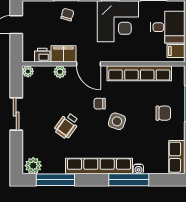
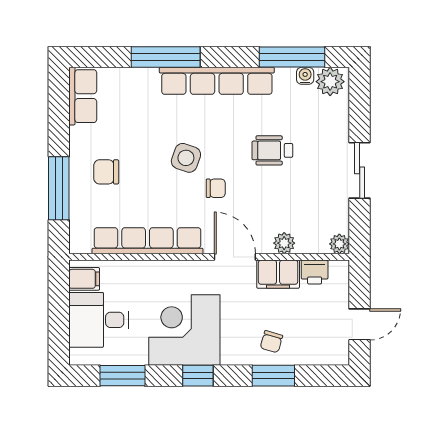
wheelchair: (67, 126) -> (272, 150), turned -126
water cooler: (138, 169) -> (305, 76), moved

